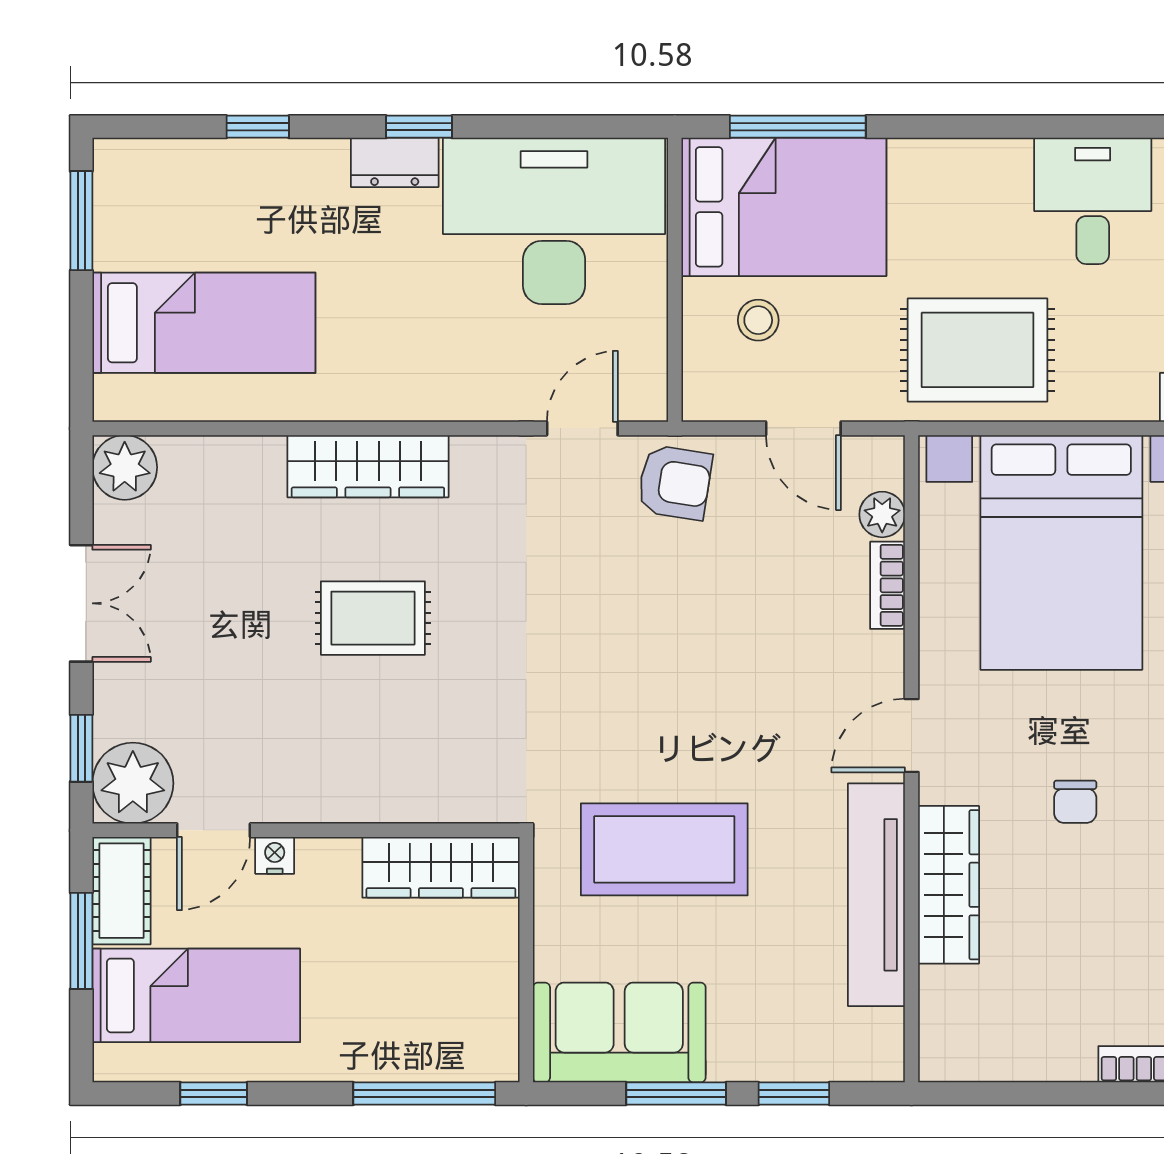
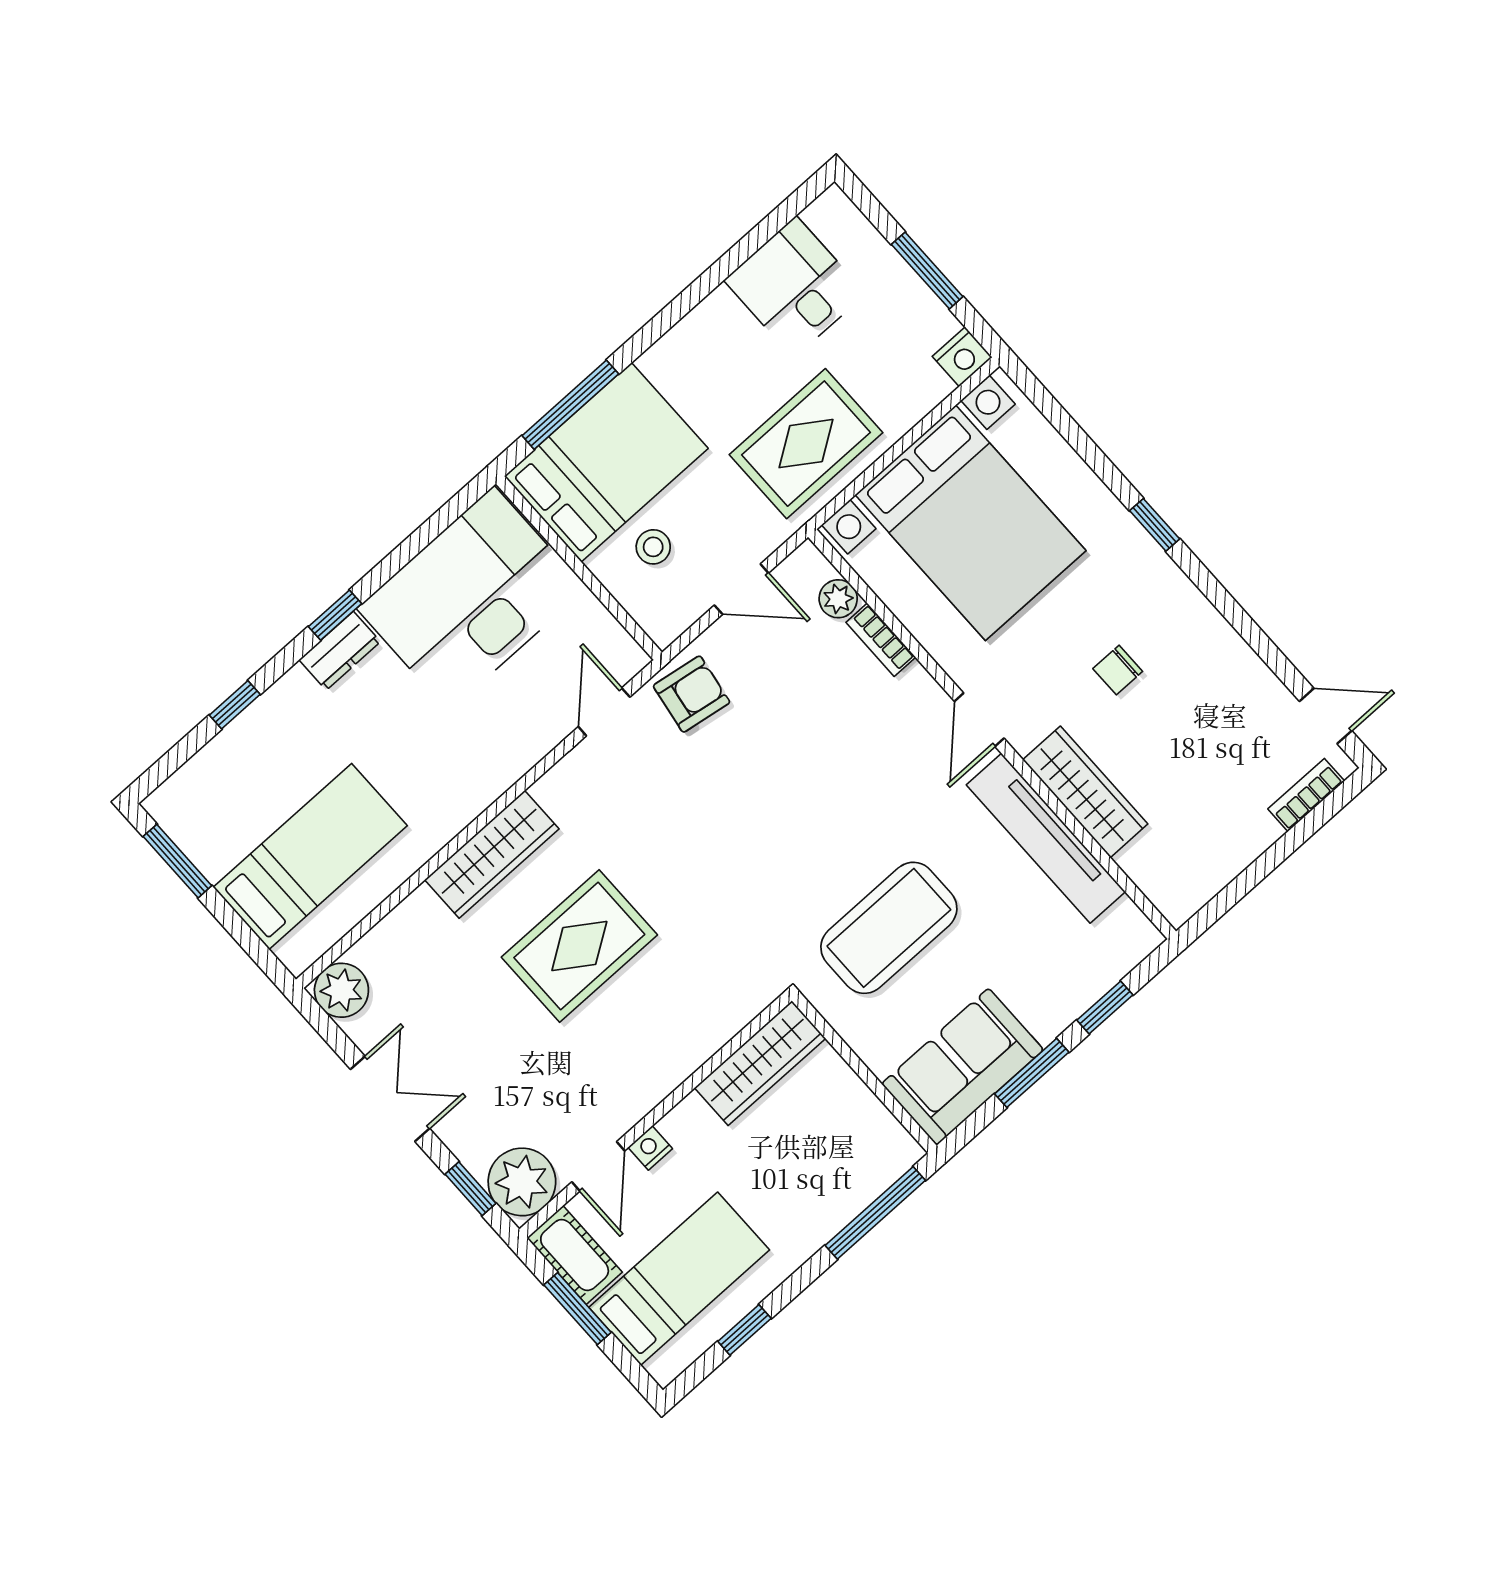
rug: (373, 618) -> (579, 946), width x1.36, depth x1.43
chair: (1075, 802) -> (1118, 670), turned 90

